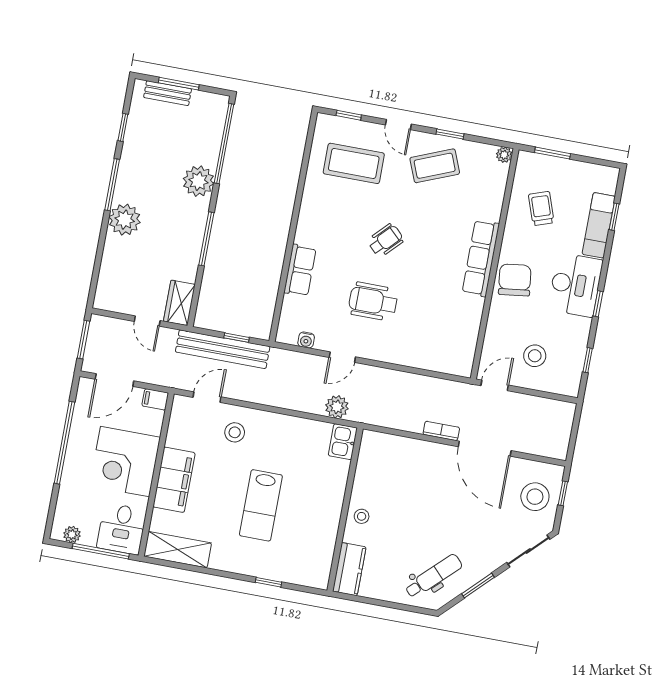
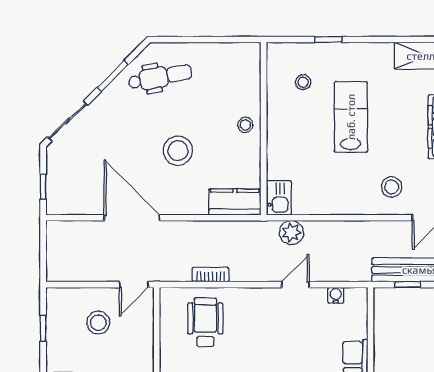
wheelchair: (373, 301) -> (205, 322), moved, turned -90
bookcase: (441, 431) -> (210, 275), moved, turned 180
stool: (535, 497) -> (178, 151), moved
stool: (300, 546) -> (303, 82), added
kitchen counter: (349, 569) -> (235, 202), moved, turned 90
dental chair: (434, 576) -> (160, 77), turned -147

